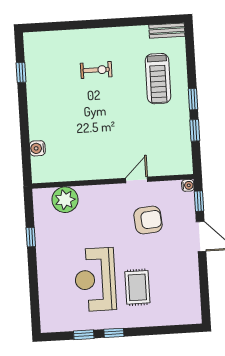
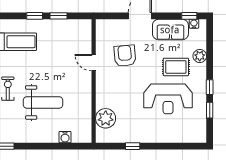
weight bench: (81, 117) -> (43, 102), added
water cooler: (188, 185) -> (194, 24), moved
window: (199, 201) -> (189, 16), moved
sofa: (186, 277) -> (170, 30), added
plant: (154, 318) -> (200, 56), added

